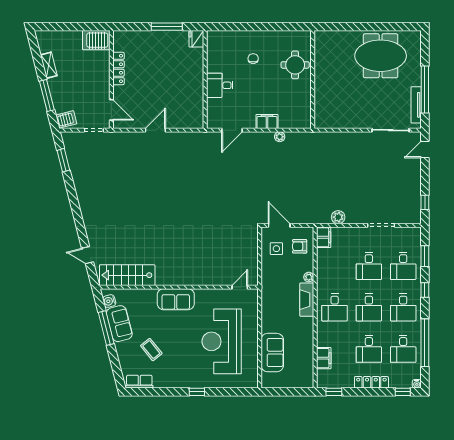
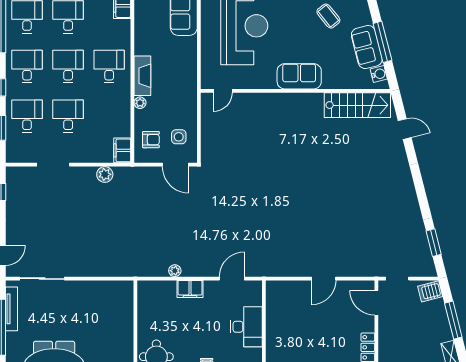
desk: (220, 85) -> (246, 327), width x1.37

